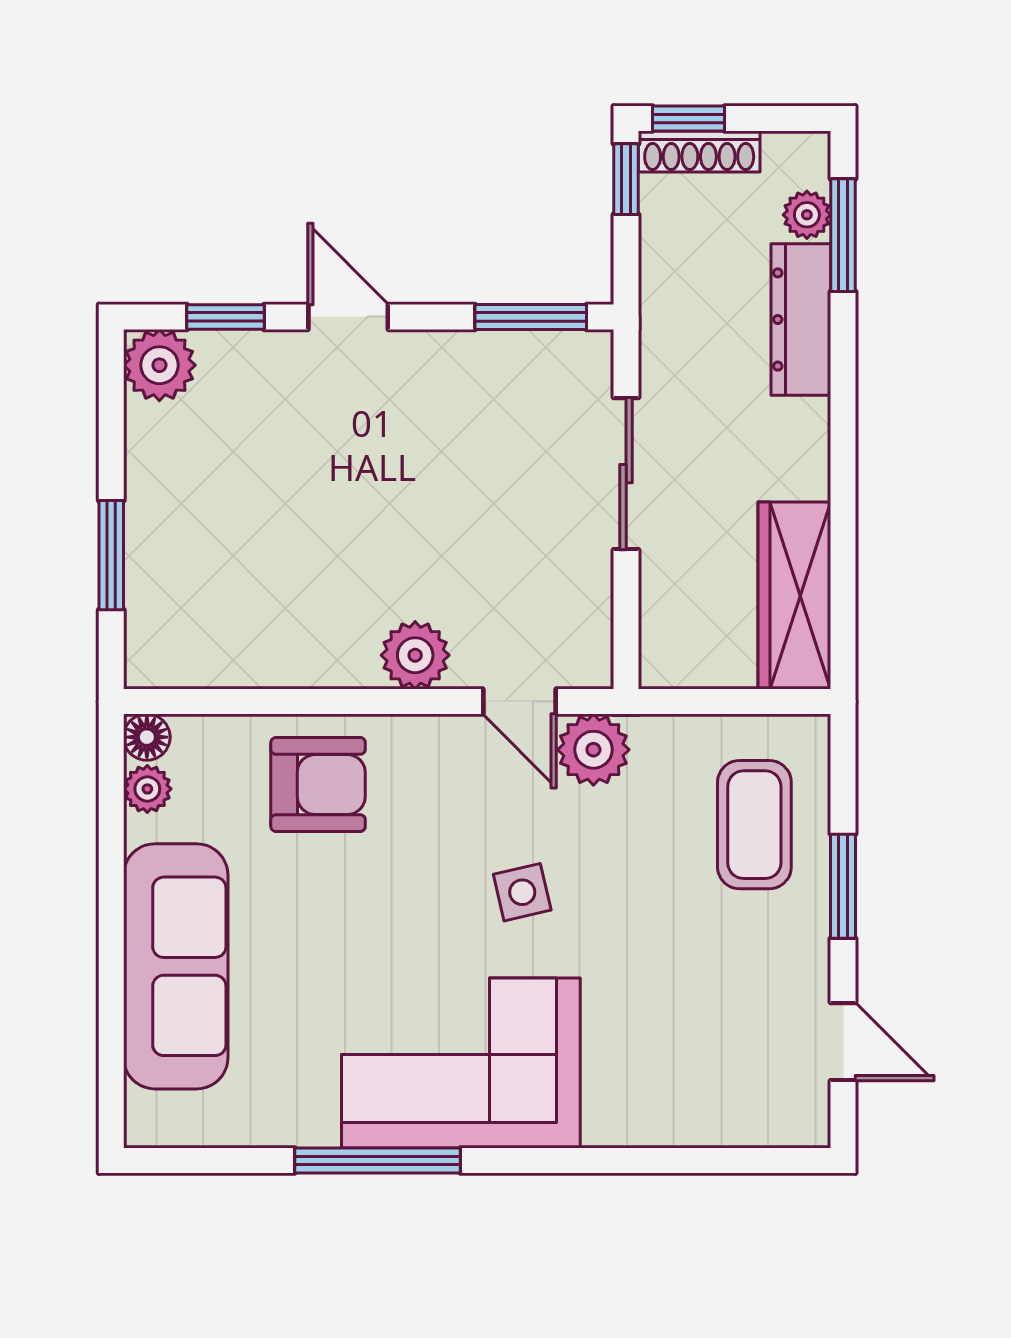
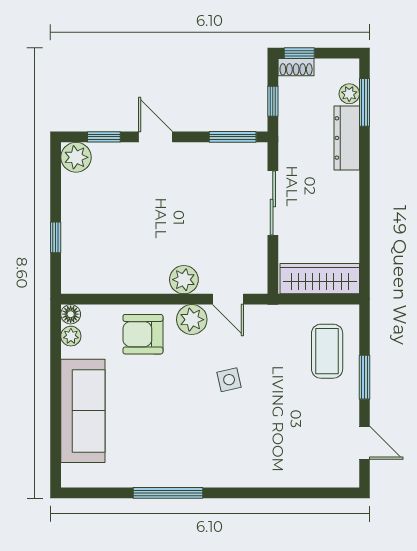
shoe rack: (699, 152) -> (296, 67), width x0.70
window: (626, 179) -> (273, 101), moved
window: (111, 555) -> (56, 237), width x0.67
wardrobe: (794, 595) -> (320, 279), moved, turned 90
plant: (593, 750) -> (192, 320), moved
armchair: (318, 785) -> (143, 334), turned 180
corner sofa: (461, 1063) -> (203, 452), removed

